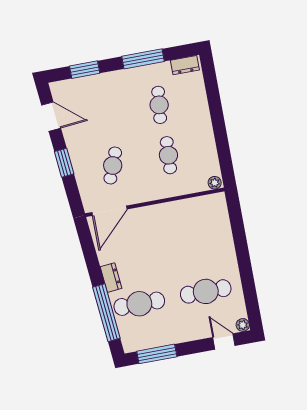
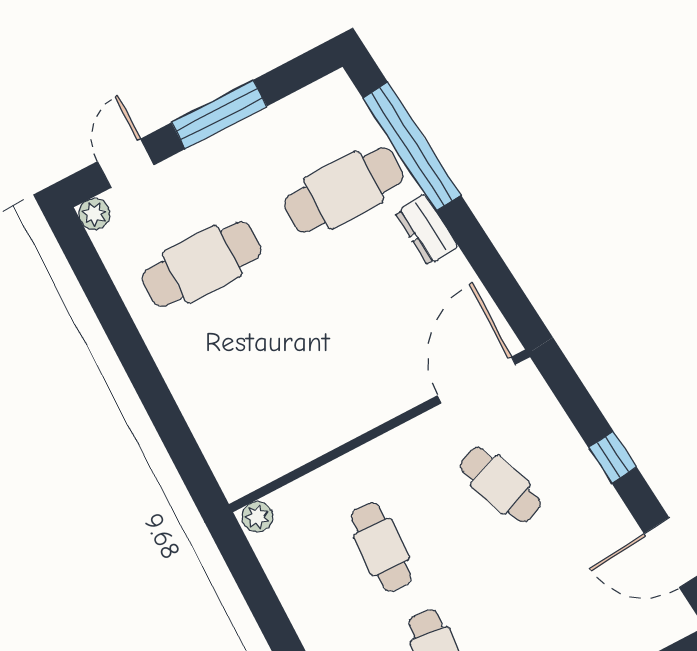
window: (64, 163) -> (613, 457), width x0.67
cafe table: (113, 165) -> (500, 485), turned -42
door: (224, 342) -> (126, 163), swing flipped
window: (157, 354) -> (219, 114), moved

